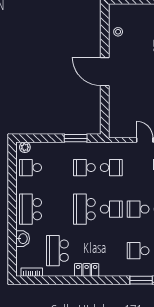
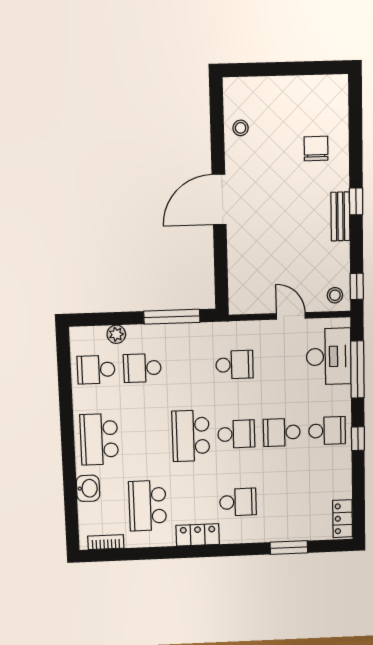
door: (105, 72) -> (219, 199), hinge flipped
window: (76, 138) -> (172, 317), width x1.44
plant: (25, 147) -> (116, 334), moved
school desk: (84, 168) -> (142, 368), moved
school desk: (138, 251) -> (238, 502), moved, turned 180

